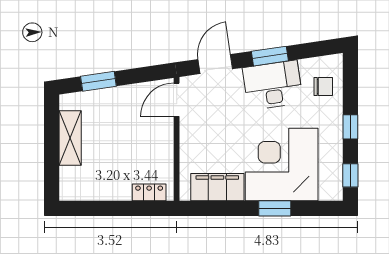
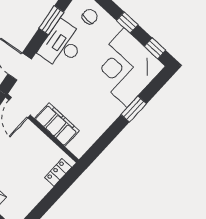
window: (270, 56) -> (51, 20), moved
corner desk: (282, 165) -> (126, 68), moved
filing cabinet: (217, 187) -> (57, 125), moved, turned 90

